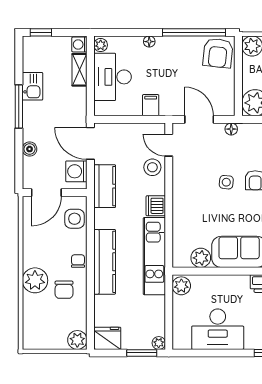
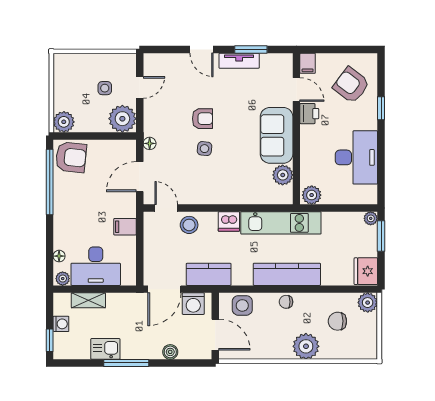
floor lamp: (149, 42) -> (59, 256), moved
washing machine: (79, 44) -> (61, 324), moved, turned -90
door: (169, 145) -> (166, 208), swing flipped
chair: (64, 290) -> (337, 321), moved, turned 180

